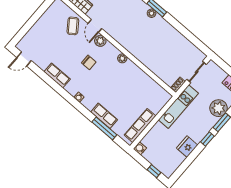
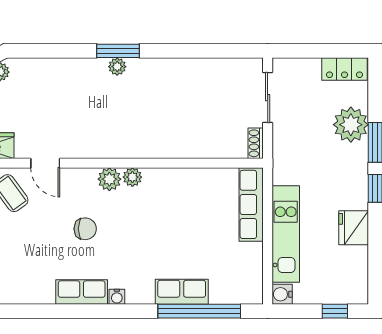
plant: (100, 41) -> (109, 179), moved
row of seats: (57, 76) -> (82, 292), moved
kitchen unit: (178, 107) -> (286, 234), moved
row of seats: (140, 125) -> (251, 204), moved
window: (104, 128) -> (199, 311), width x1.46

